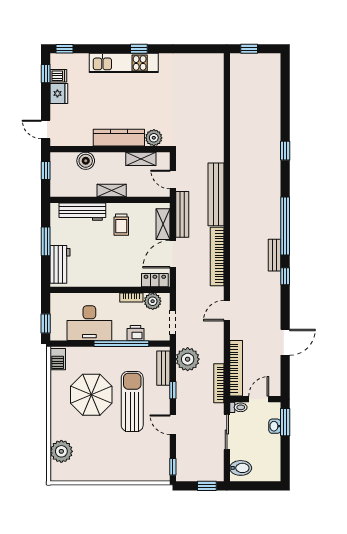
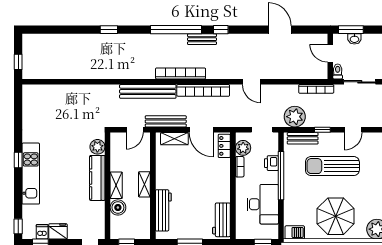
shelving: (141, 159) -> (116, 185), moved
trolley: (121, 225) -> (175, 176), removed
workbench: (60, 264) -> (221, 220), moved, turned -90
bookcase: (236, 368) -> (181, 73), moved
parasol: (91, 395) -> (336, 216), moved

